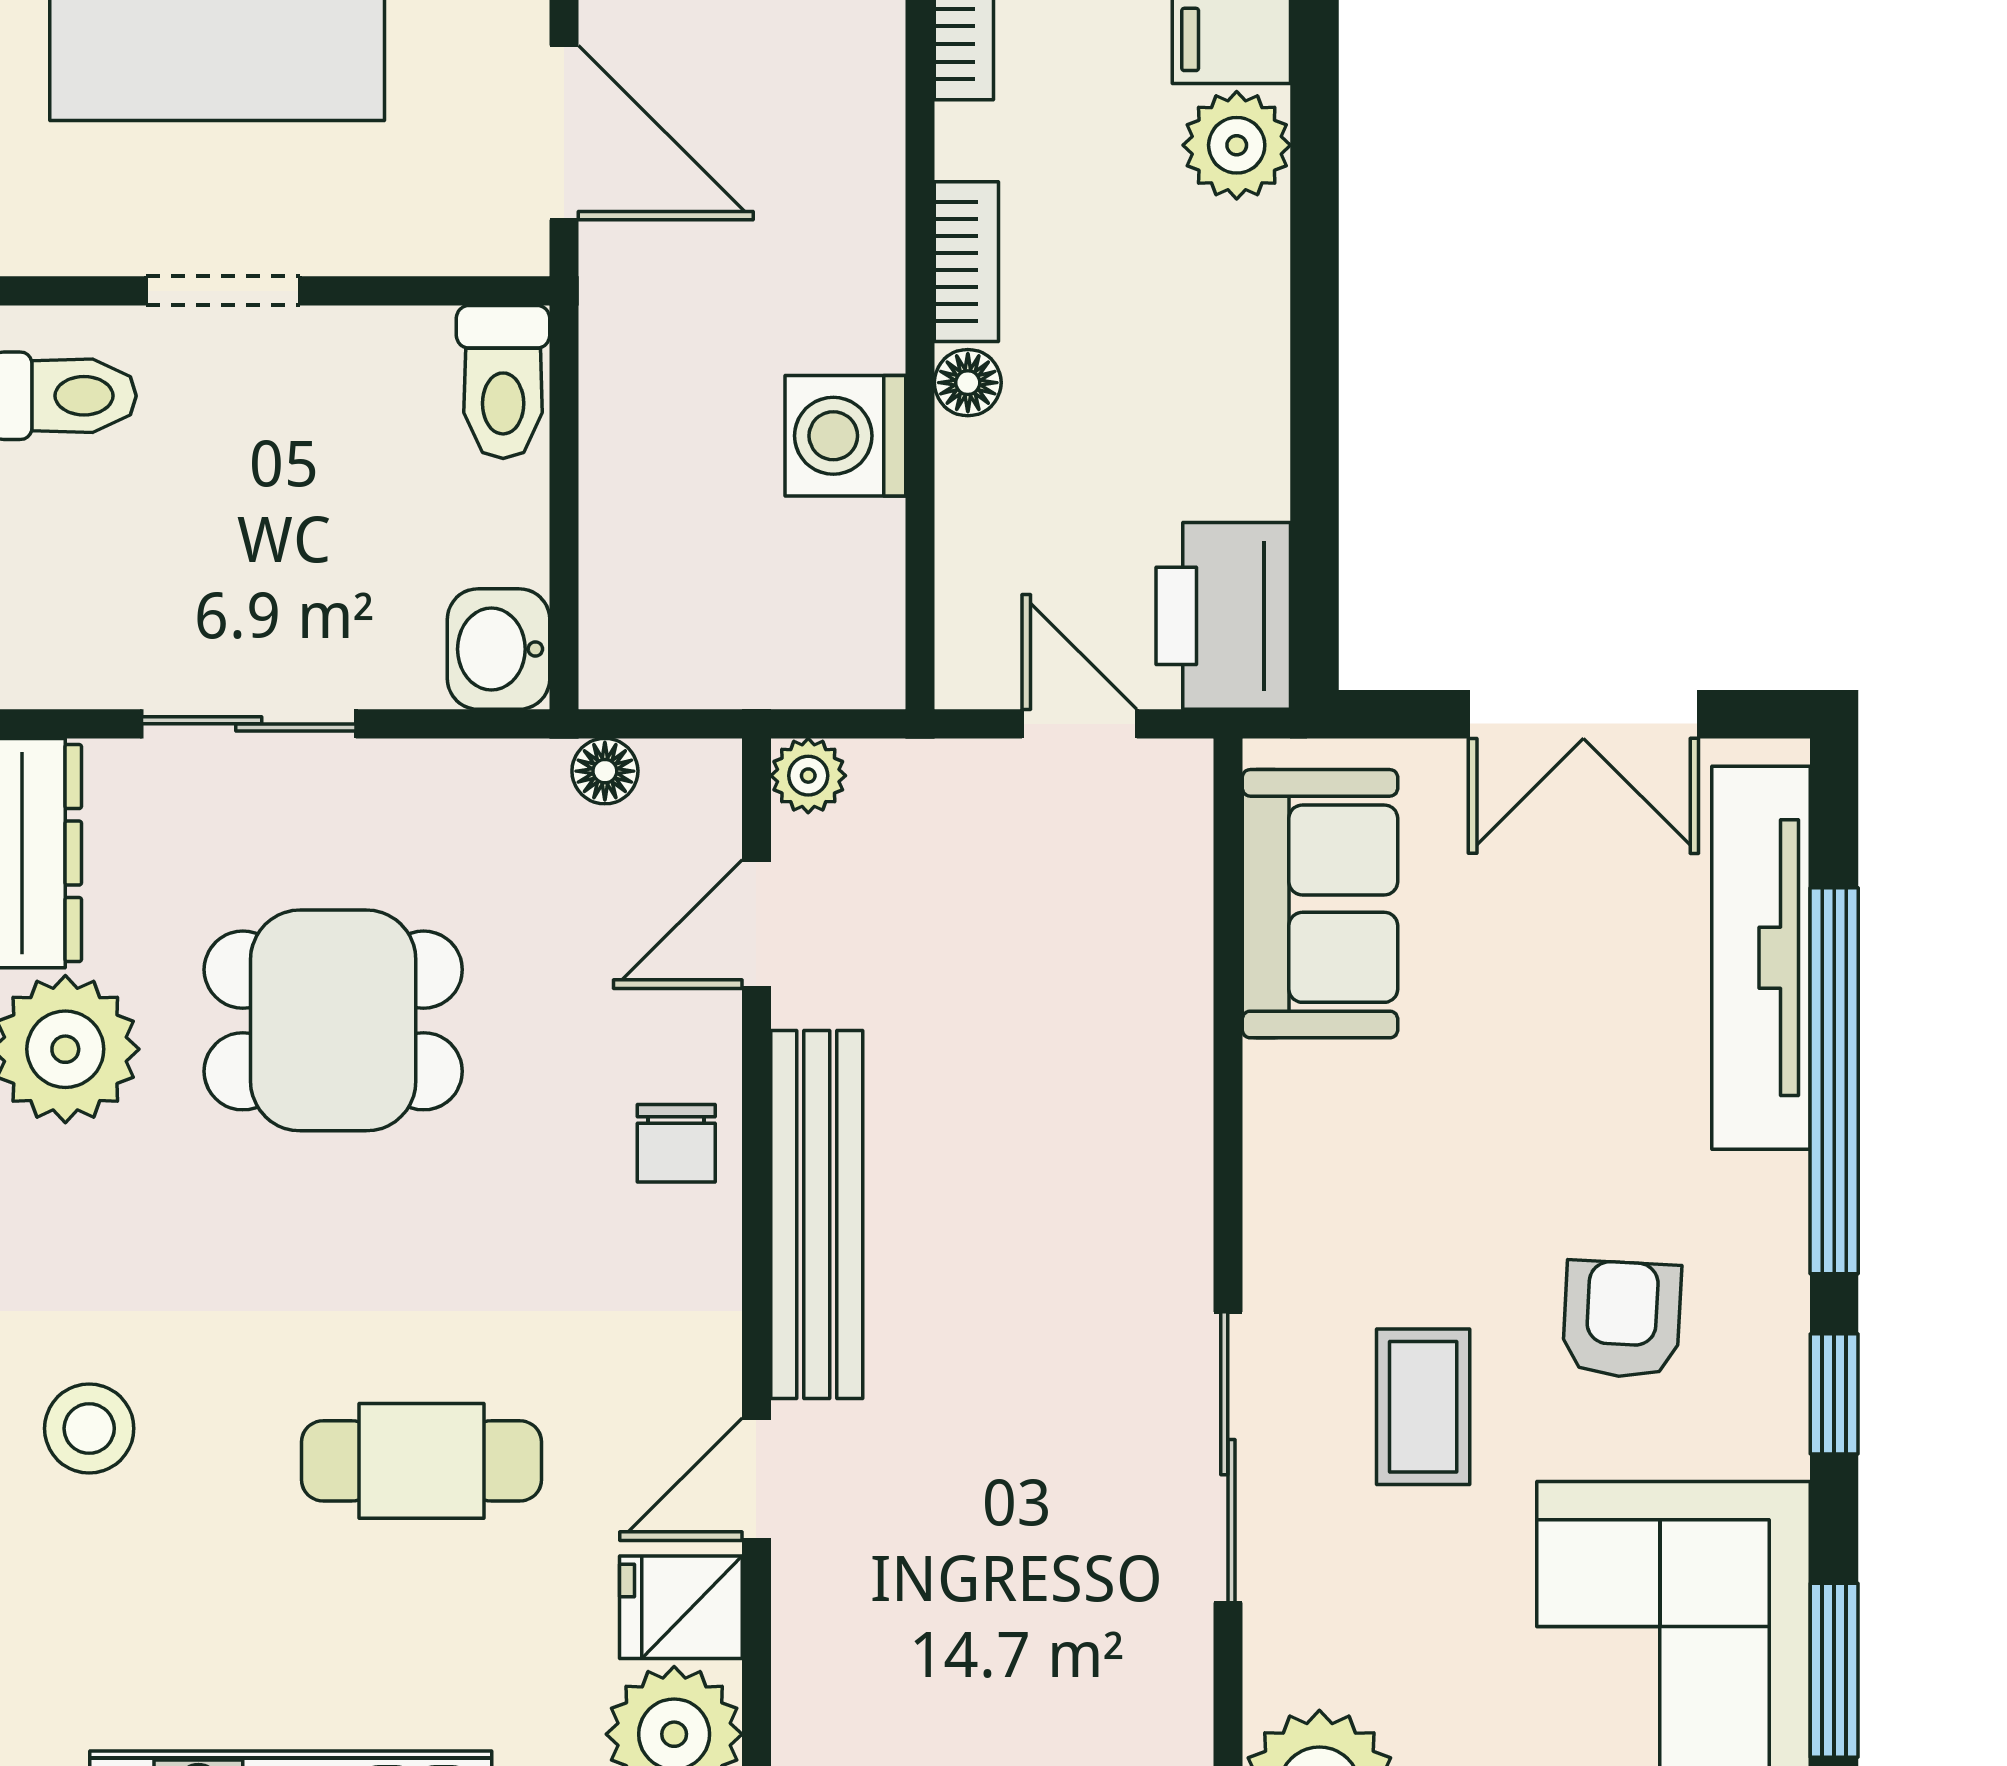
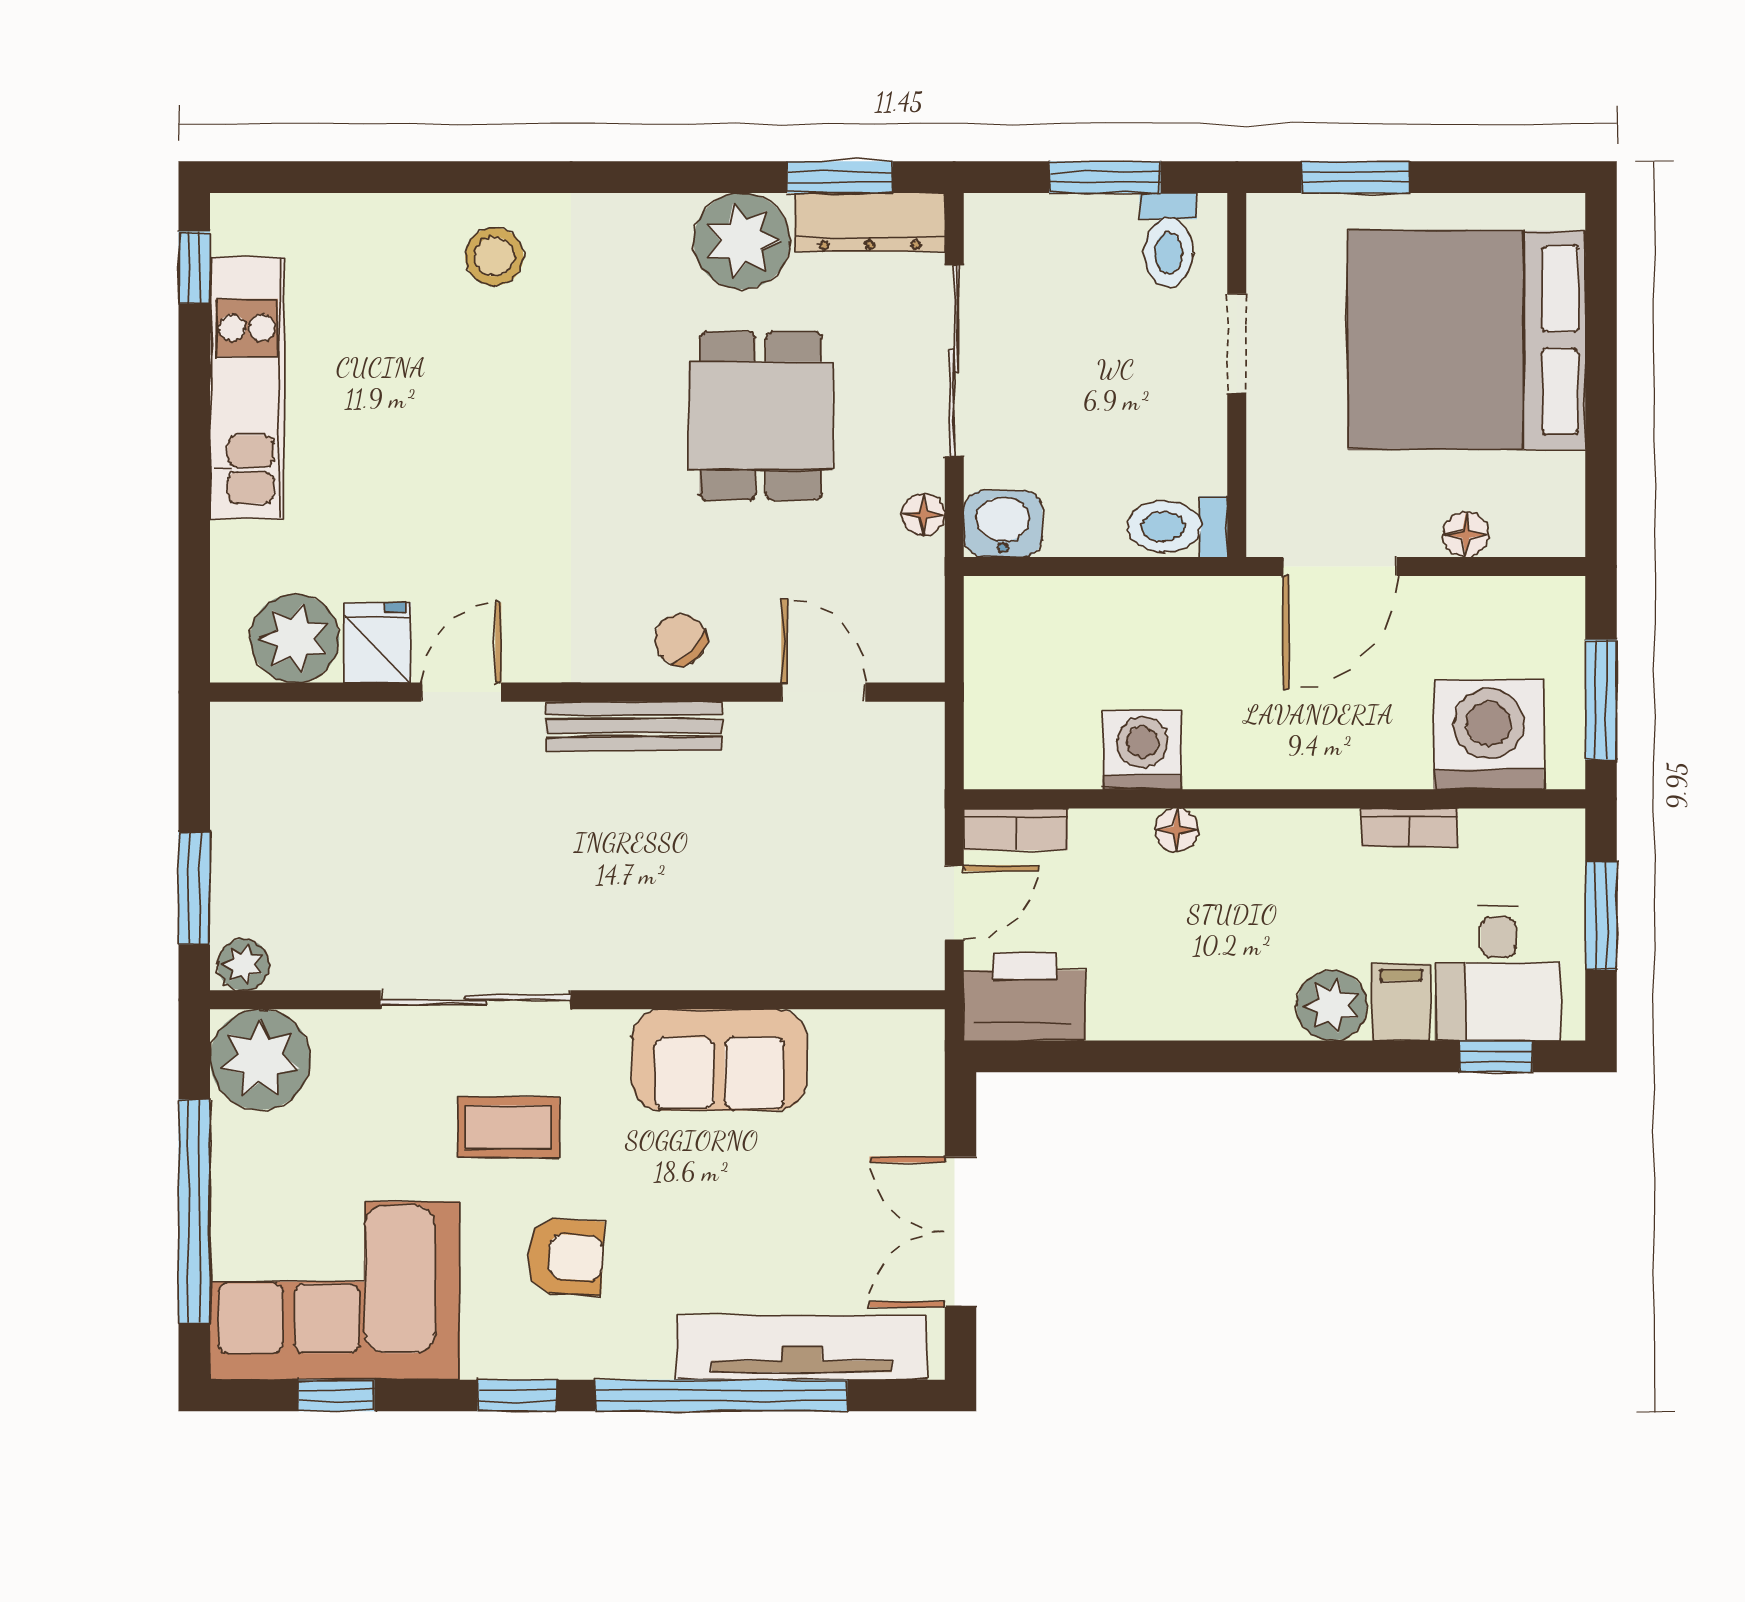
bookcase: (966, 262) -> (1016, 829), moved
sliding door: (249, 724) -> (954, 361), width x1.37
floor lamp: (605, 771) -> (923, 515), moved
plant: (808, 776) -> (920, 726), removed
sofa: (1320, 904) -> (719, 1060), moved
chair: (676, 1143) -> (680, 640), turned 44
bench: (817, 1215) -> (634, 726), width x0.73, depth x0.82
cafe table: (421, 1461) -> (473, 473), removed
door: (756, 1479) -> (461, 692), hinge flipped
window: (1834, 1670) -> (336, 1395), width x0.67

